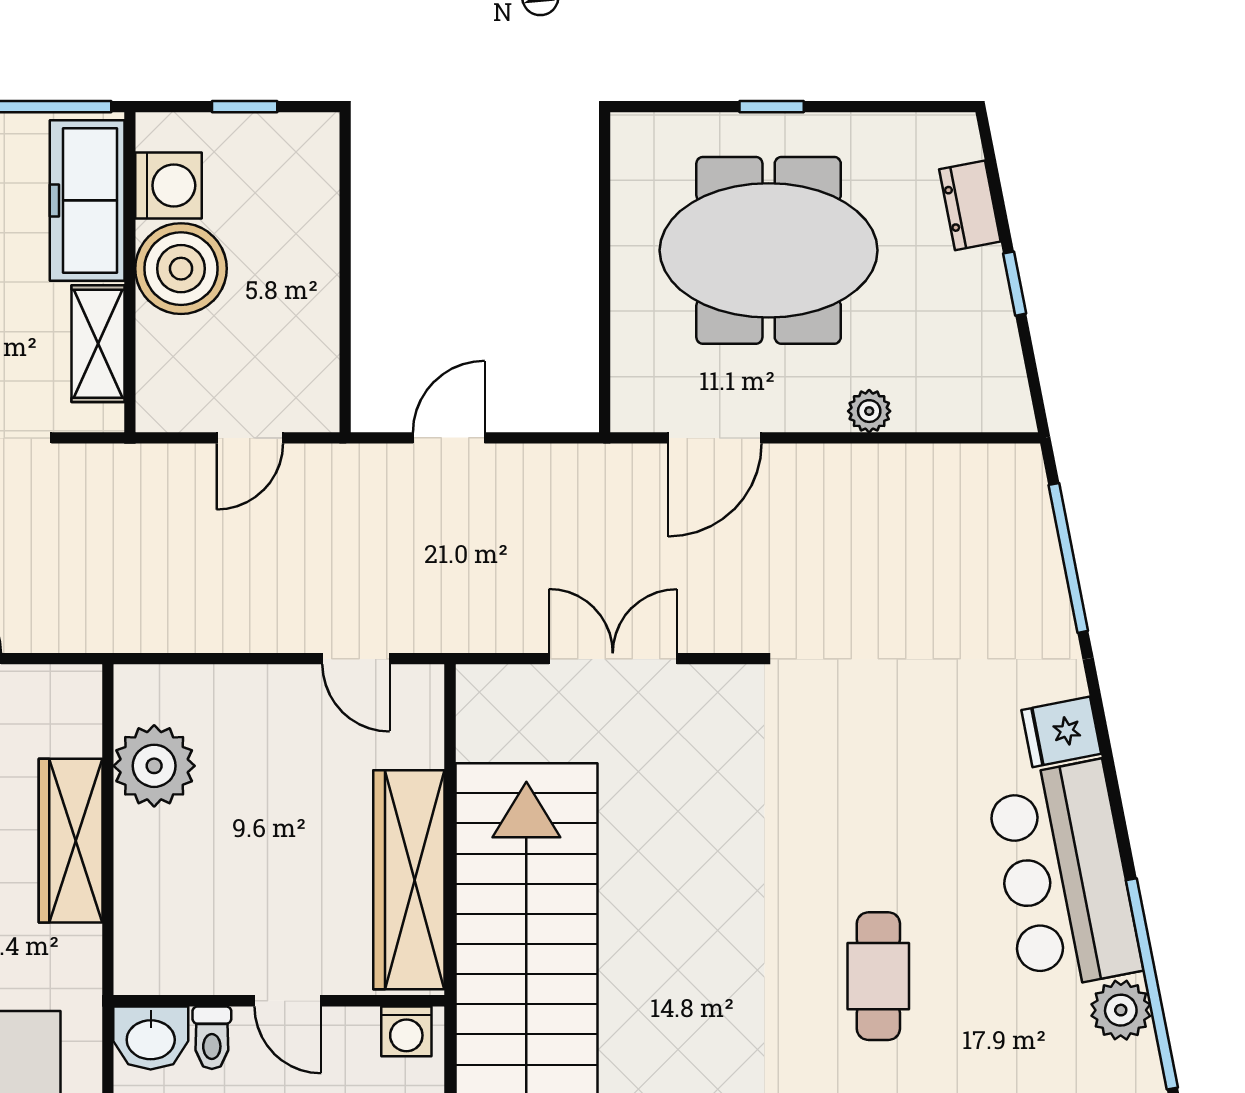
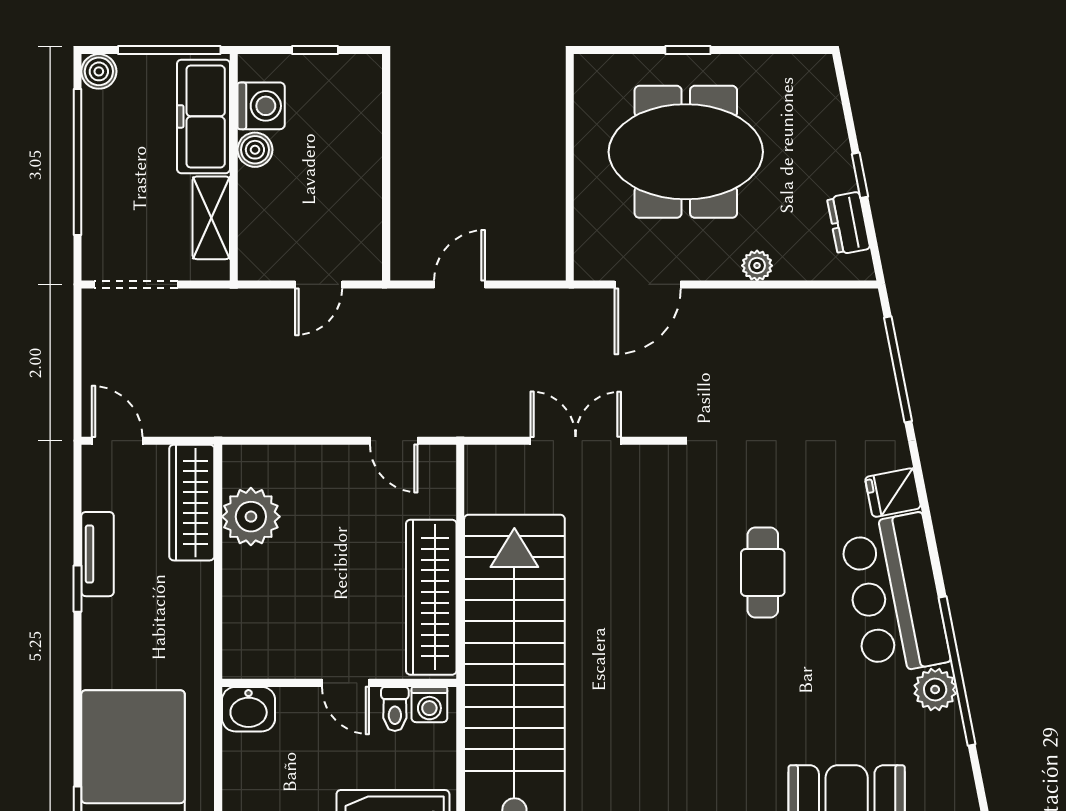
dresser: (970, 205) -> (849, 223), moved
boiler: (181, 269) -> (255, 150), width x0.54, depth x0.54
wardrobe: (71, 841) -> (192, 503), moved
cafe table: (878, 976) -> (763, 573), moved
toilet: (212, 1038) -> (395, 709), moved

